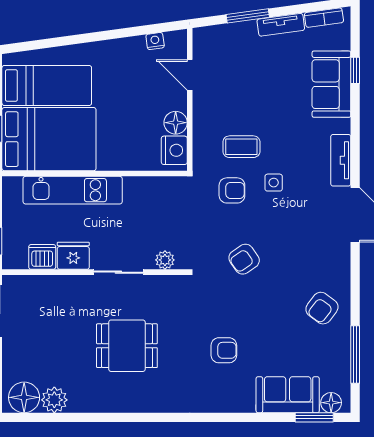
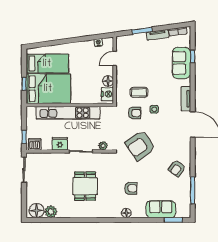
door: (190, 75) -> (115, 58), hinge flipped
kitchen unit: (73, 190) -> (68, 113), width x1.36
dishwasher: (42, 257) -> (35, 144), moved
armchair: (244, 259) -> (140, 145), width x1.88, depth x1.88
dining table: (127, 346) -> (85, 186), turned 90
floor lamp: (331, 403) -> (126, 213), moved

